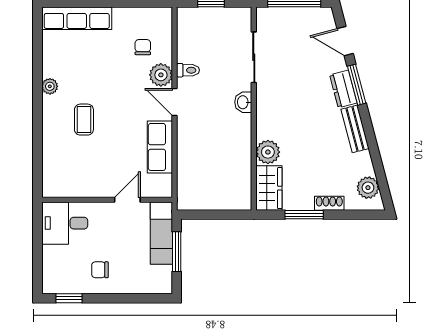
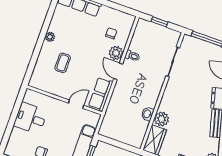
washbasin: (243, 102) -> (147, 114), moved
wall: (107, 200) -> (64, 100), moved
door: (127, 200) -> (76, 104), moved

